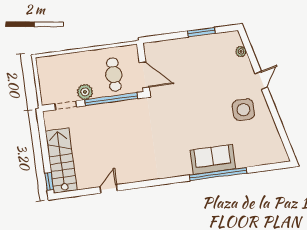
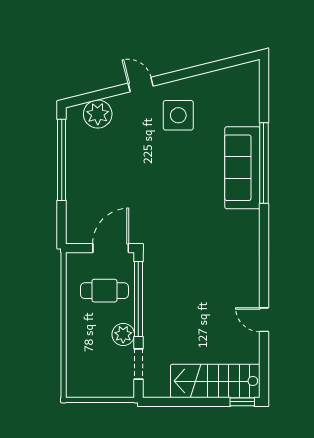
window: (201, 32) -> (62, 160), width x2.11
plant: (241, 51) -> (98, 114), width x1.88, depth x1.88
sofa: (213, 159) -> (242, 168), width x1.36

